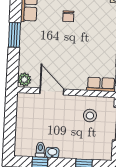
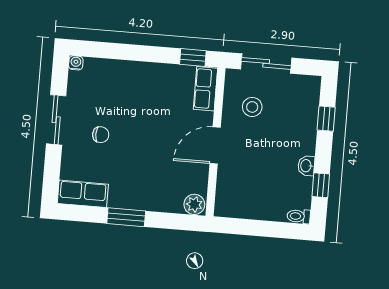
door: (52, 91) -> (215, 145), moved
toilet: (40, 150) -> (299, 216), moved

